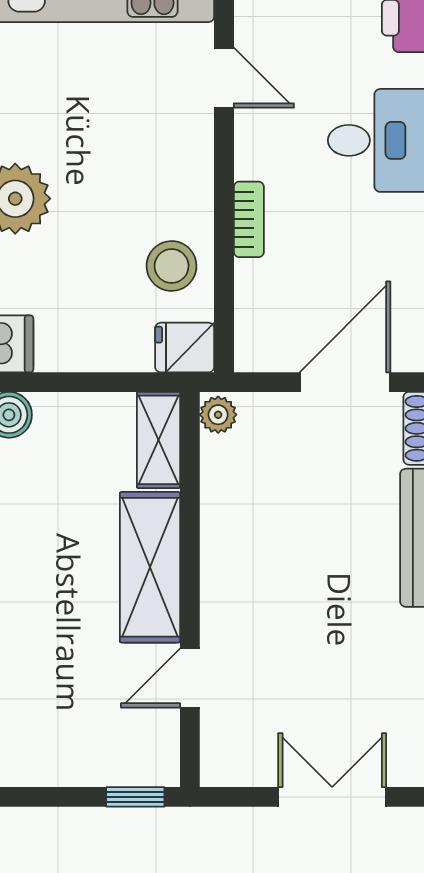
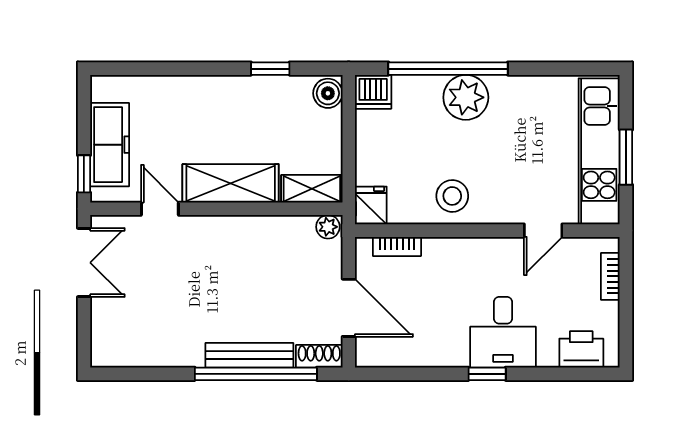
bookcase: (249, 219) -> (397, 246), moved
stool: (172, 266) -> (452, 196), moved
freezer: (89, 757) -> (110, 145), added
double door: (332, 797) -> (84, 263), moved

